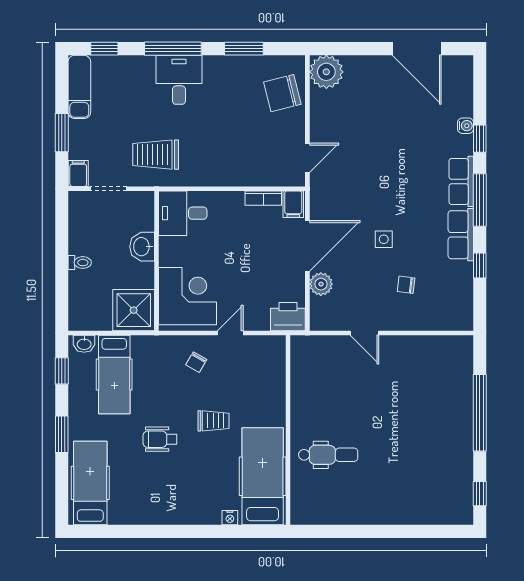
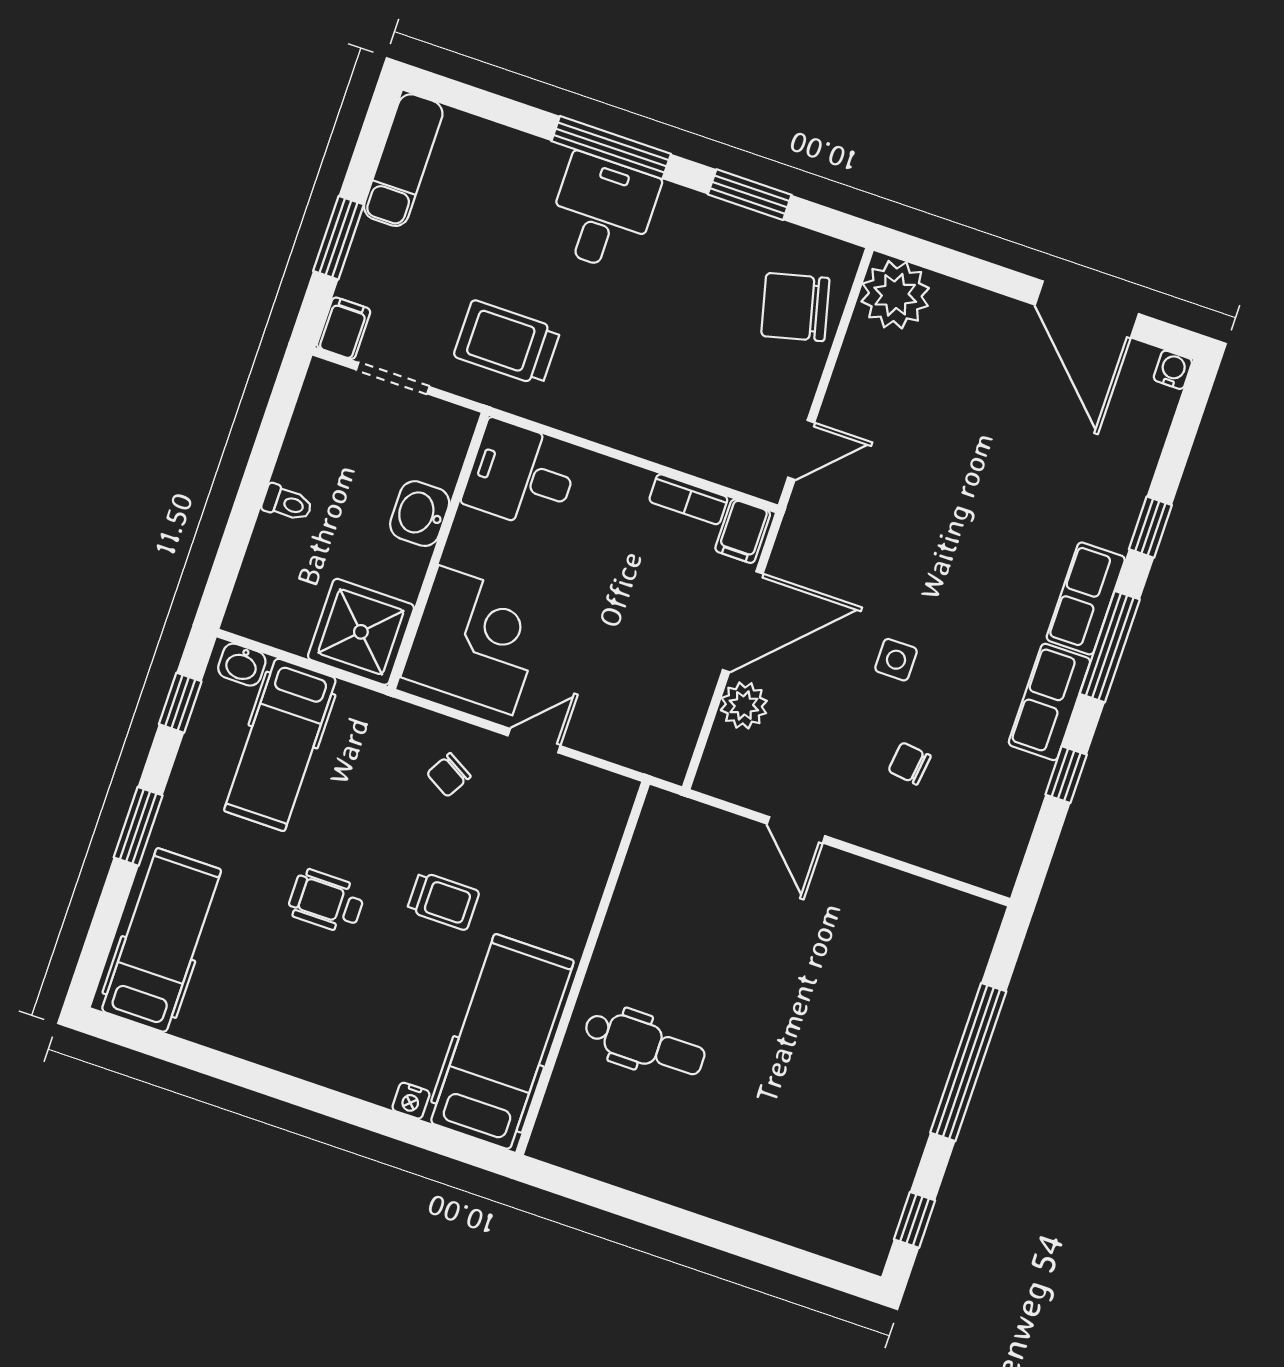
window: (104, 49) -> (478, 102), removed
water cooler: (466, 126) -> (1173, 370), moved, turned -90
printer: (288, 317) -> (658, 747), removed

